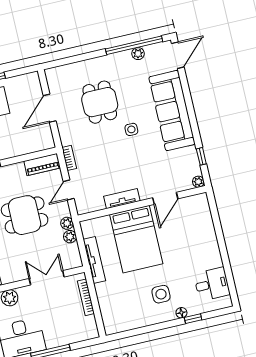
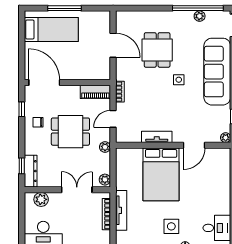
door: (50, 108) -> (113, 45), swing flipped
plant: (70, 237) -> (105, 180), moved
tv unit: (94, 260) -> (121, 210), moved

